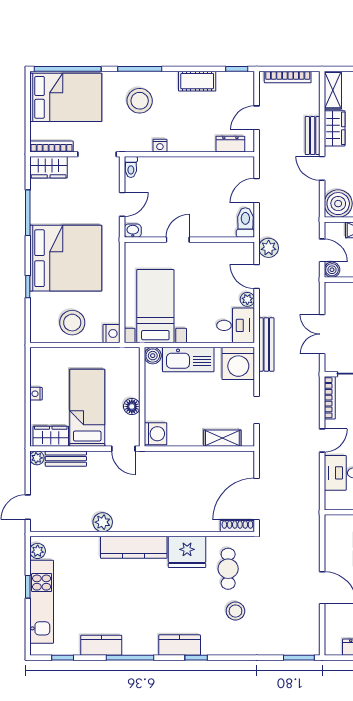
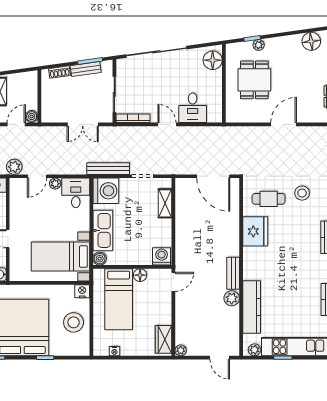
bench: (266, 345) -> (108, 169), moved
nightstand: (36, 394) -> (114, 351), moved
bed: (87, 408) -> (119, 299), moved, turned -90
bench: (66, 459) -> (233, 273), moved
shoe rack: (237, 526) -> (235, 191), removed
kitchen counter: (134, 547) -> (252, 307), moved

